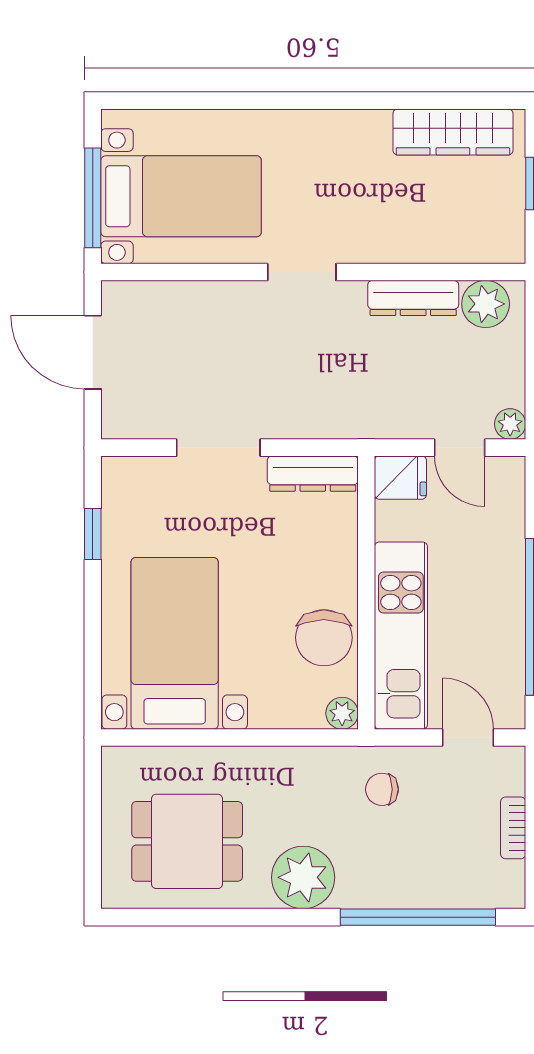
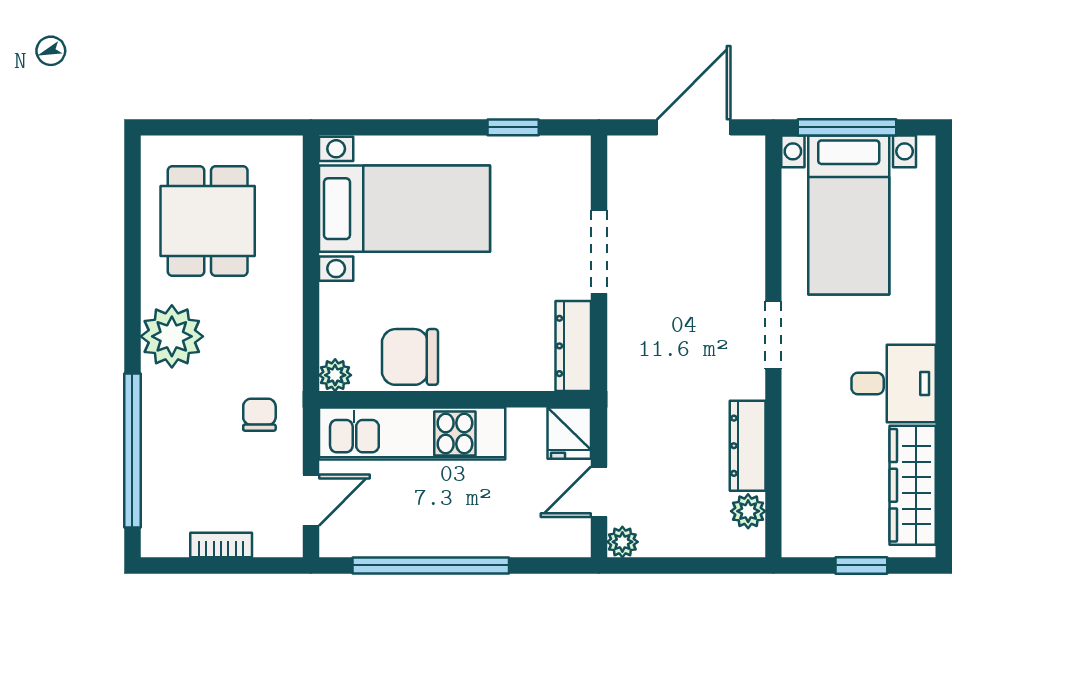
desk: (351, 151) -> (894, 384), added
plant: (486, 304) -> (748, 511), width x0.73, depth x0.73

